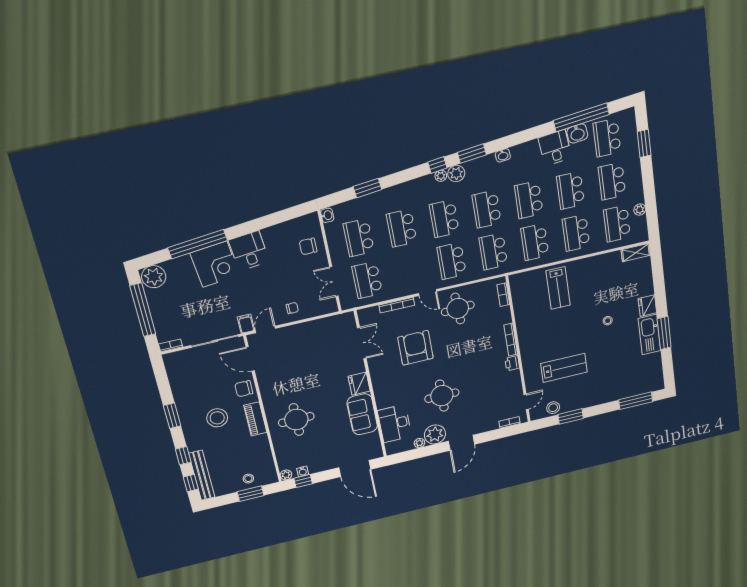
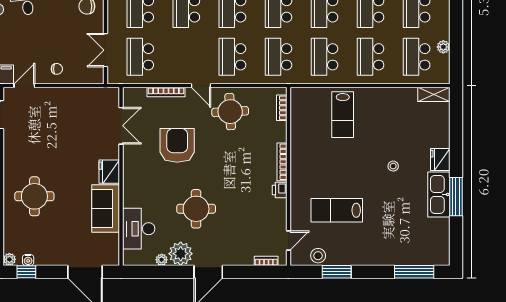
lab bench: (564, 368) -> (337, 210), turned 180

